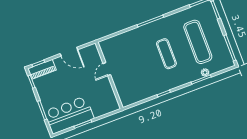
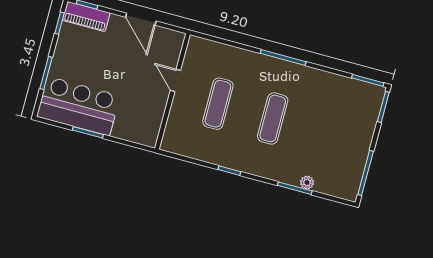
exercise mat: (198, 42) -> (218, 104), moved, width x0.73, depth x0.69
door: (107, 69) -> (175, 80), hinge flipped

